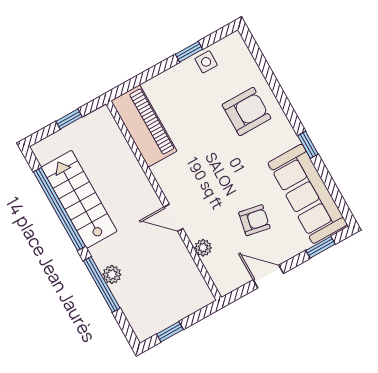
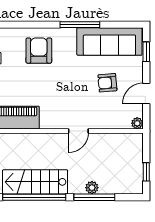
window: (308, 145) -> (80, 25), width x2.17
armchair: (254, 220) -> (107, 83), turned -106
plant: (203, 248) -> (137, 123), moved

